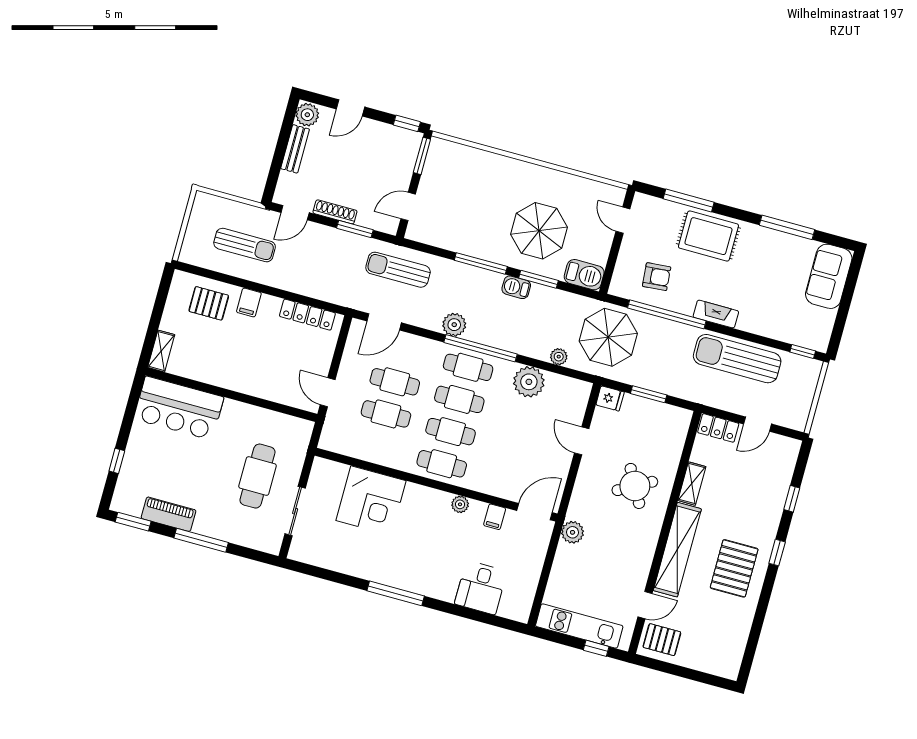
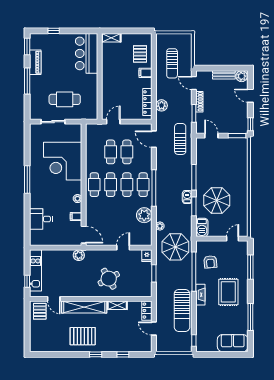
rug: (708, 236) -> (228, 292), moved
plant: (454, 325) -> (162, 105), moved
sun lounger: (737, 359) -> (182, 310), turned 180
corner desk: (371, 501) -> (63, 161), width x1.36, depth x1.36

